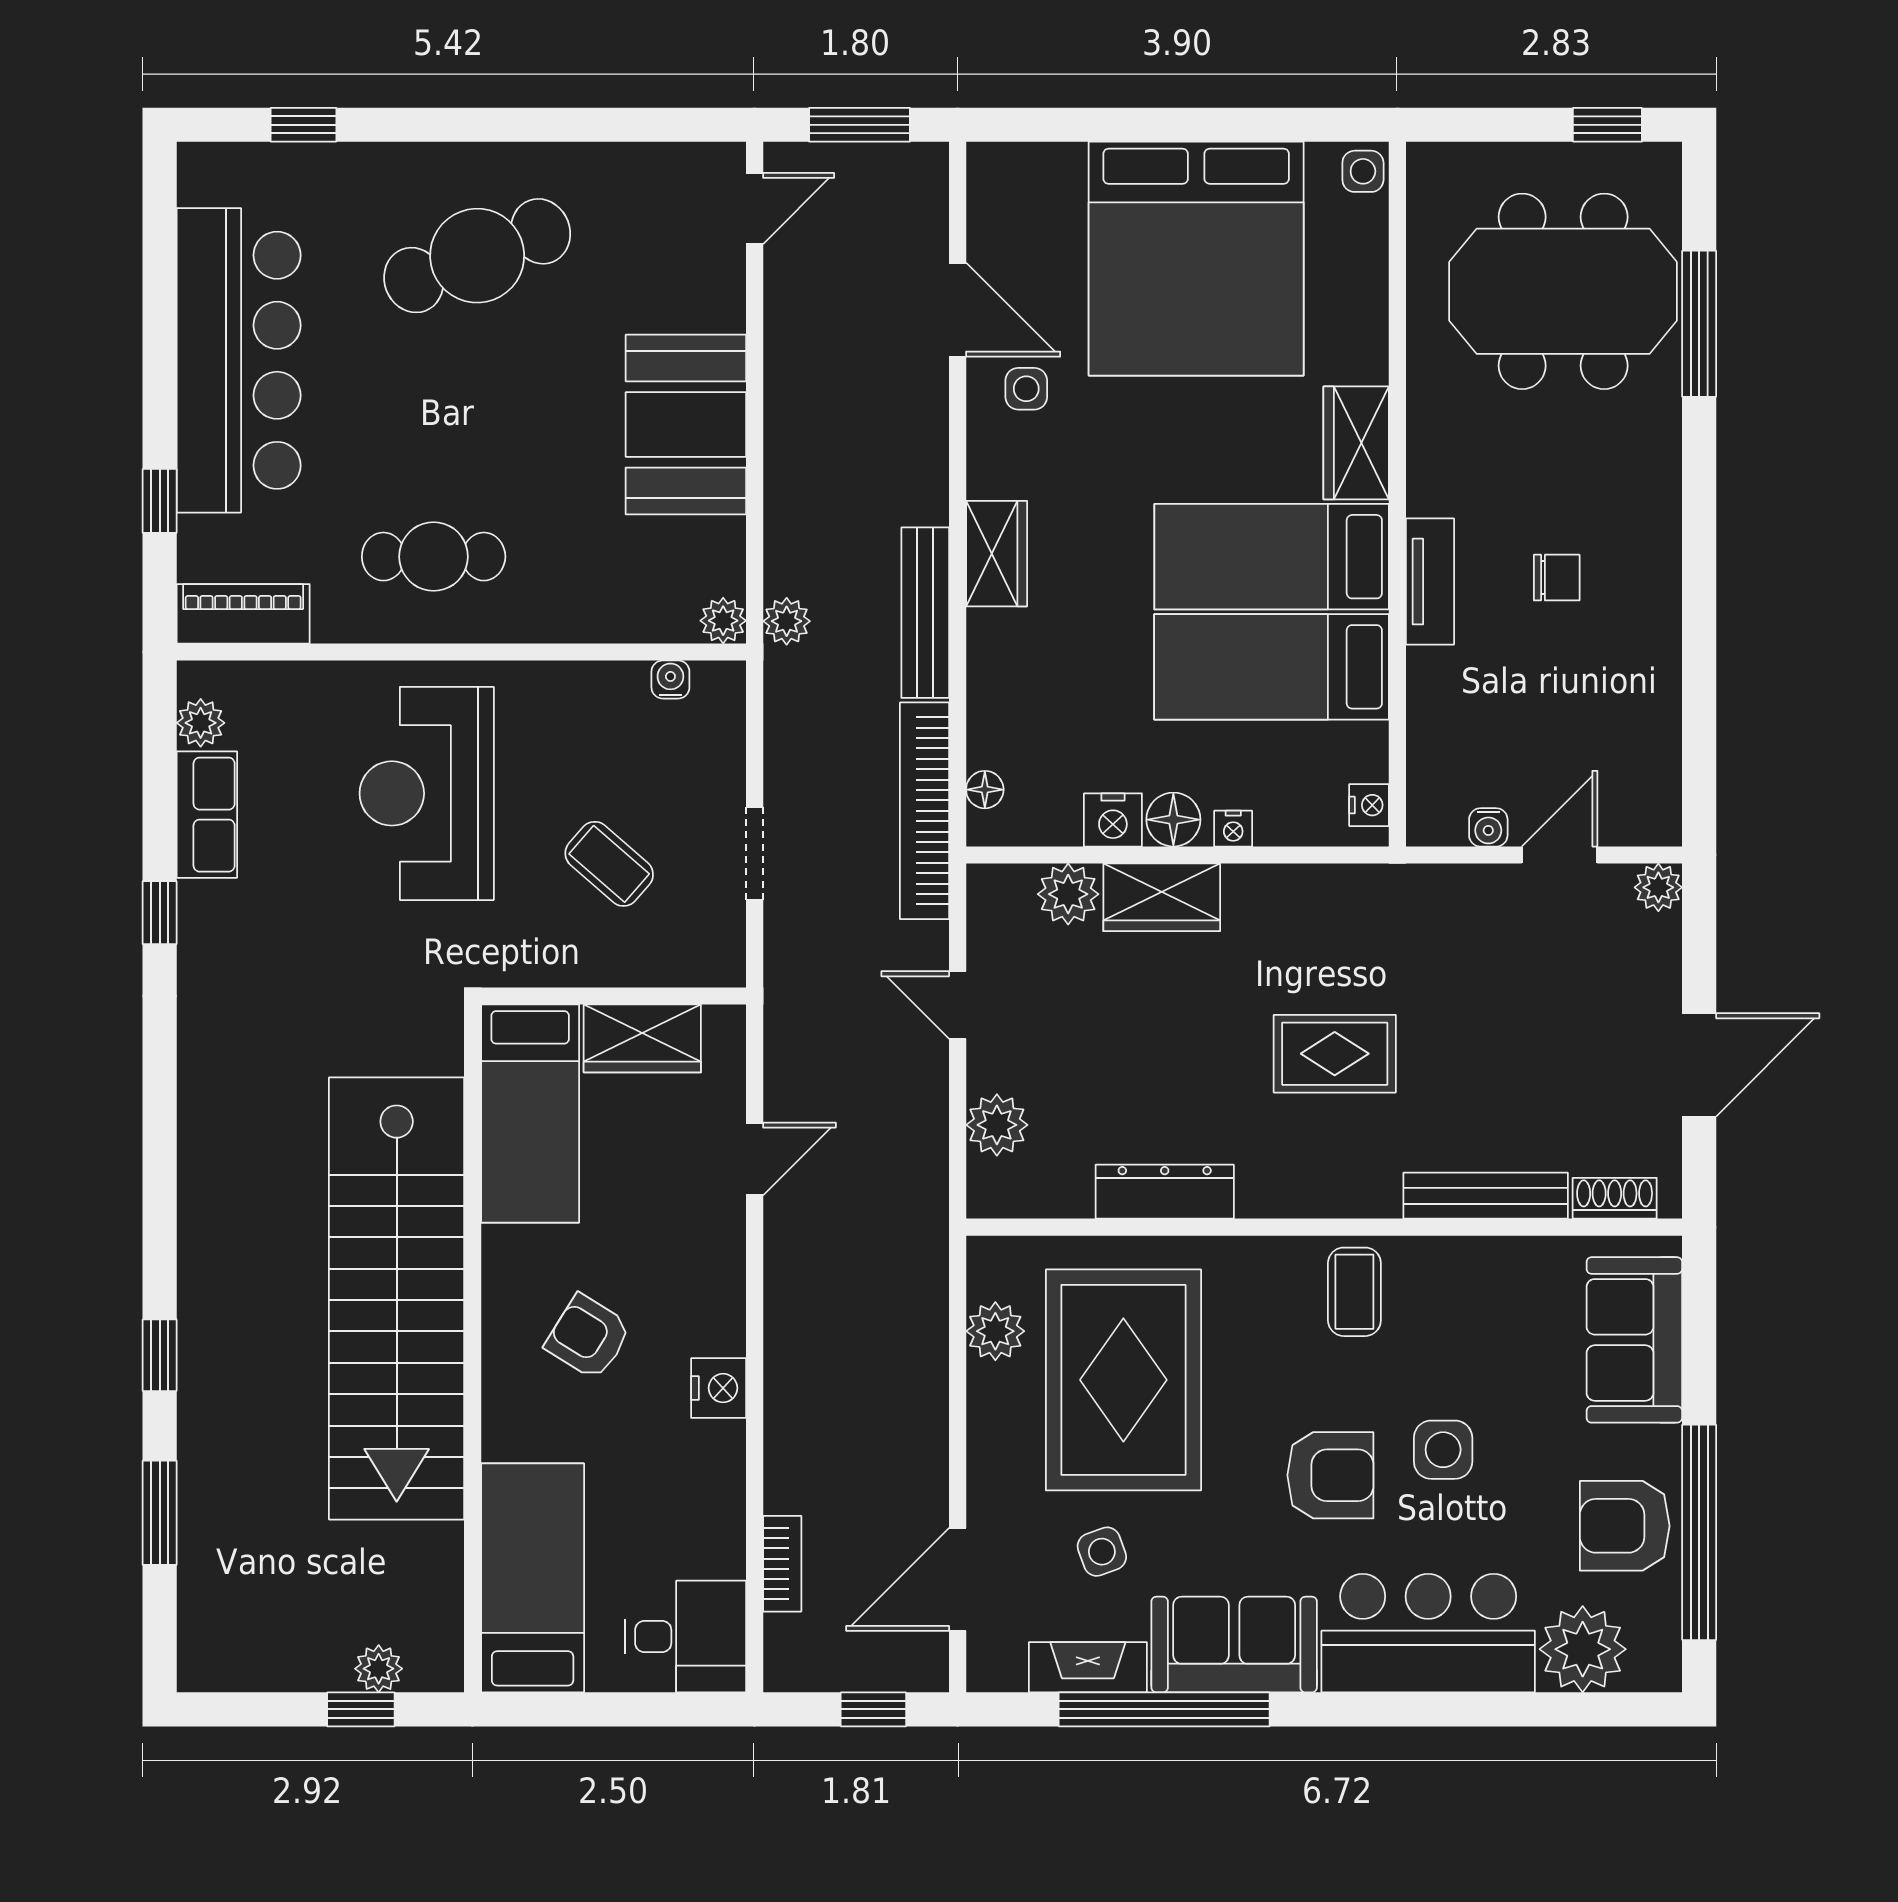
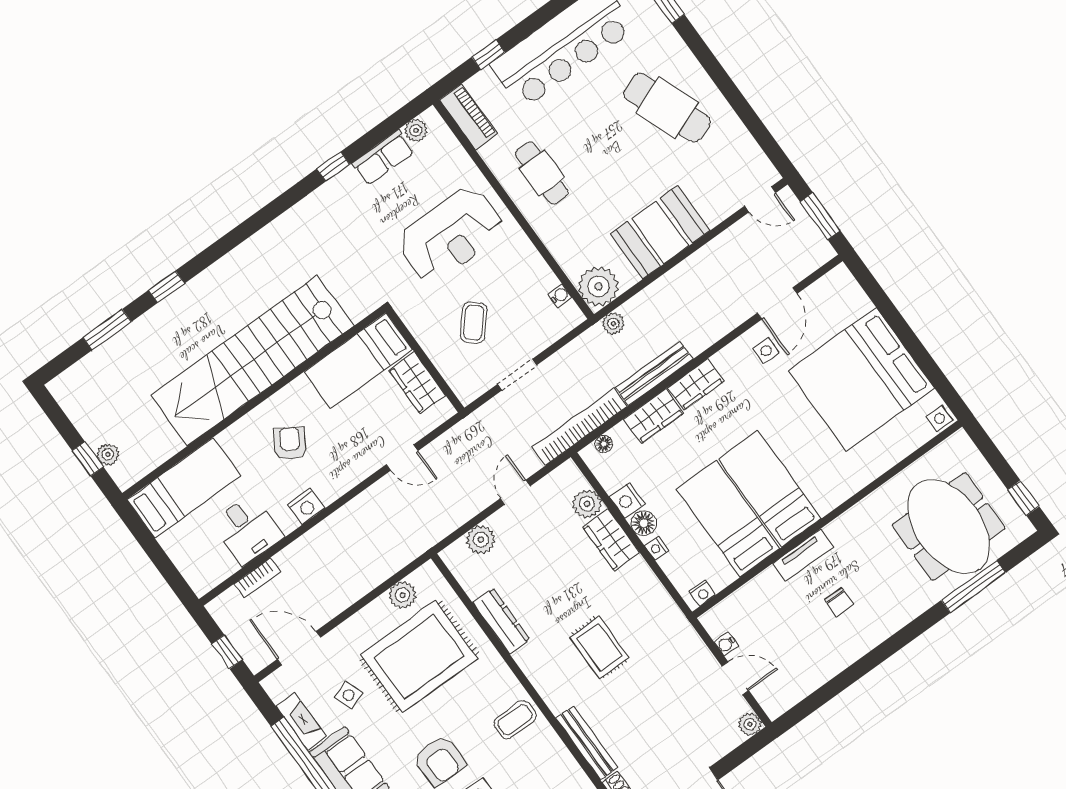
wardrobe: (1356, 443) -> (654, 416), moved, turned 180
plant: (723, 621) -> (598, 286), width x1.88, depth x1.88
reception desk: (427, 793) -> (451, 235), turned 180
desk: (686, 1636) -> (247, 530), moved

